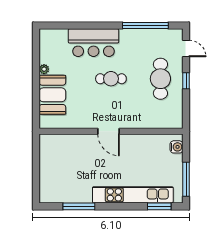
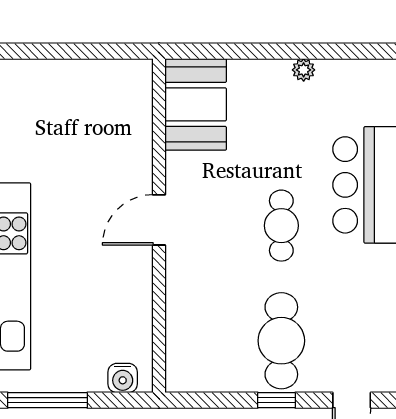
cafe table: (160, 79) -> (281, 341), turned 90
booth: (52, 95) -> (196, 104), moved, turned 90

